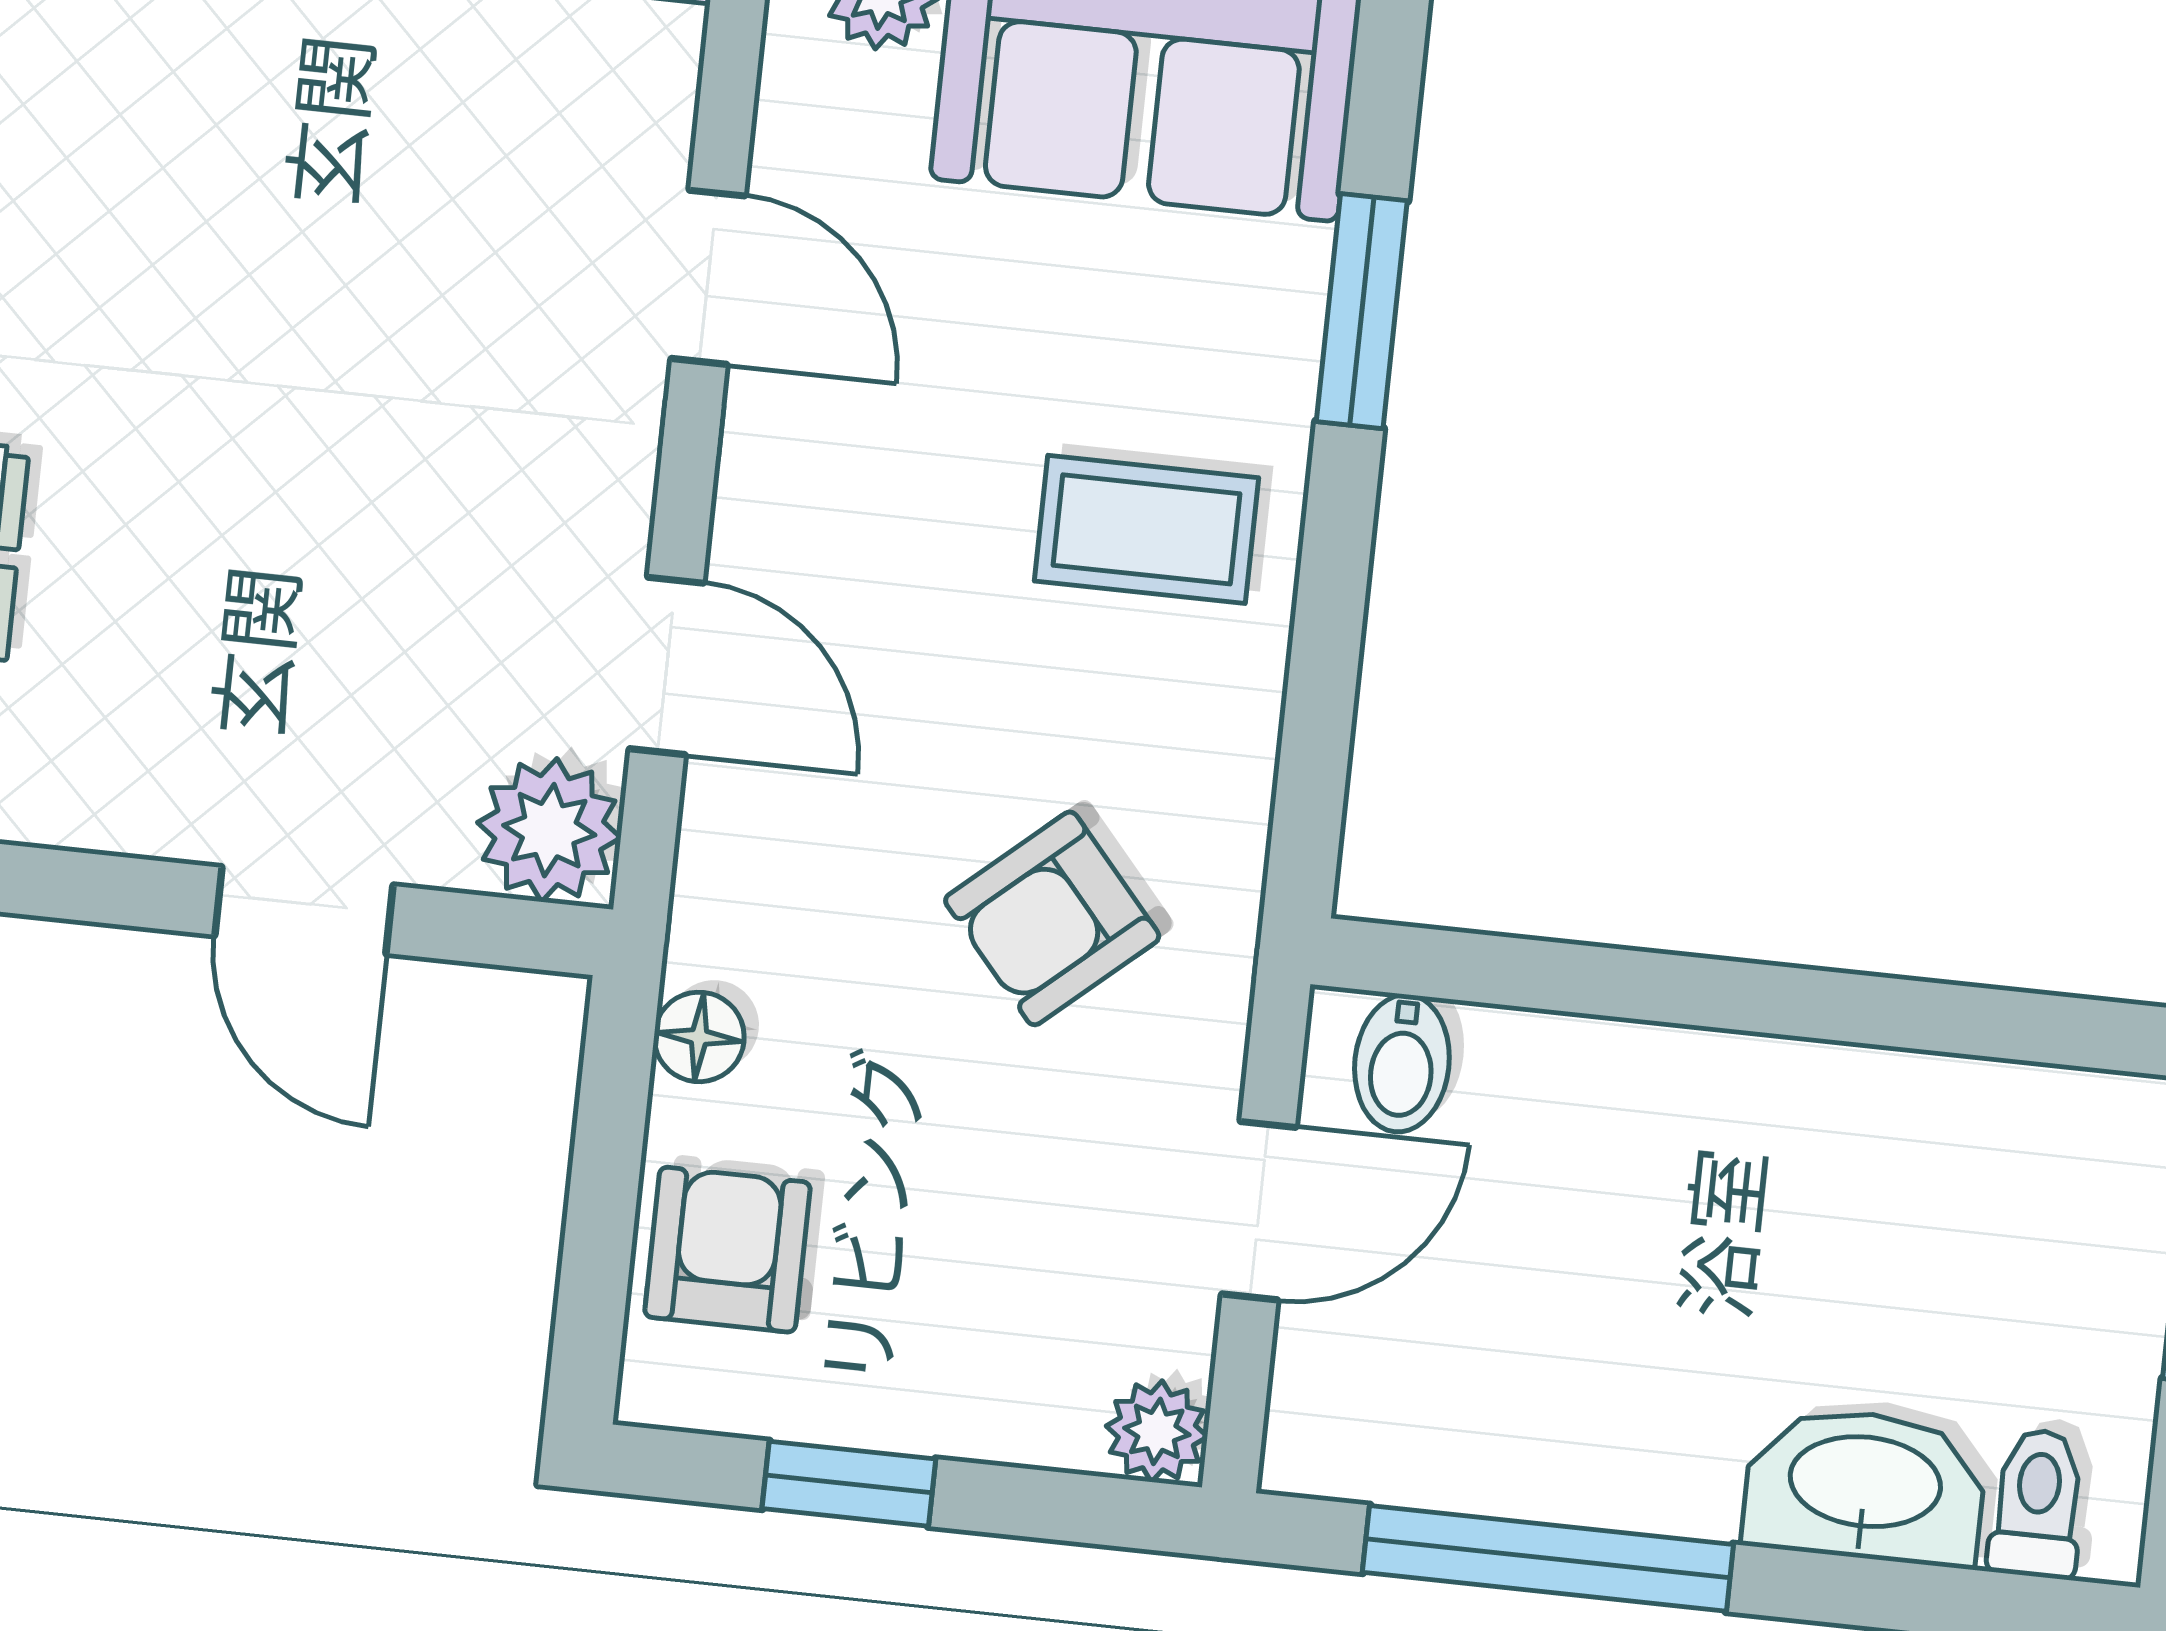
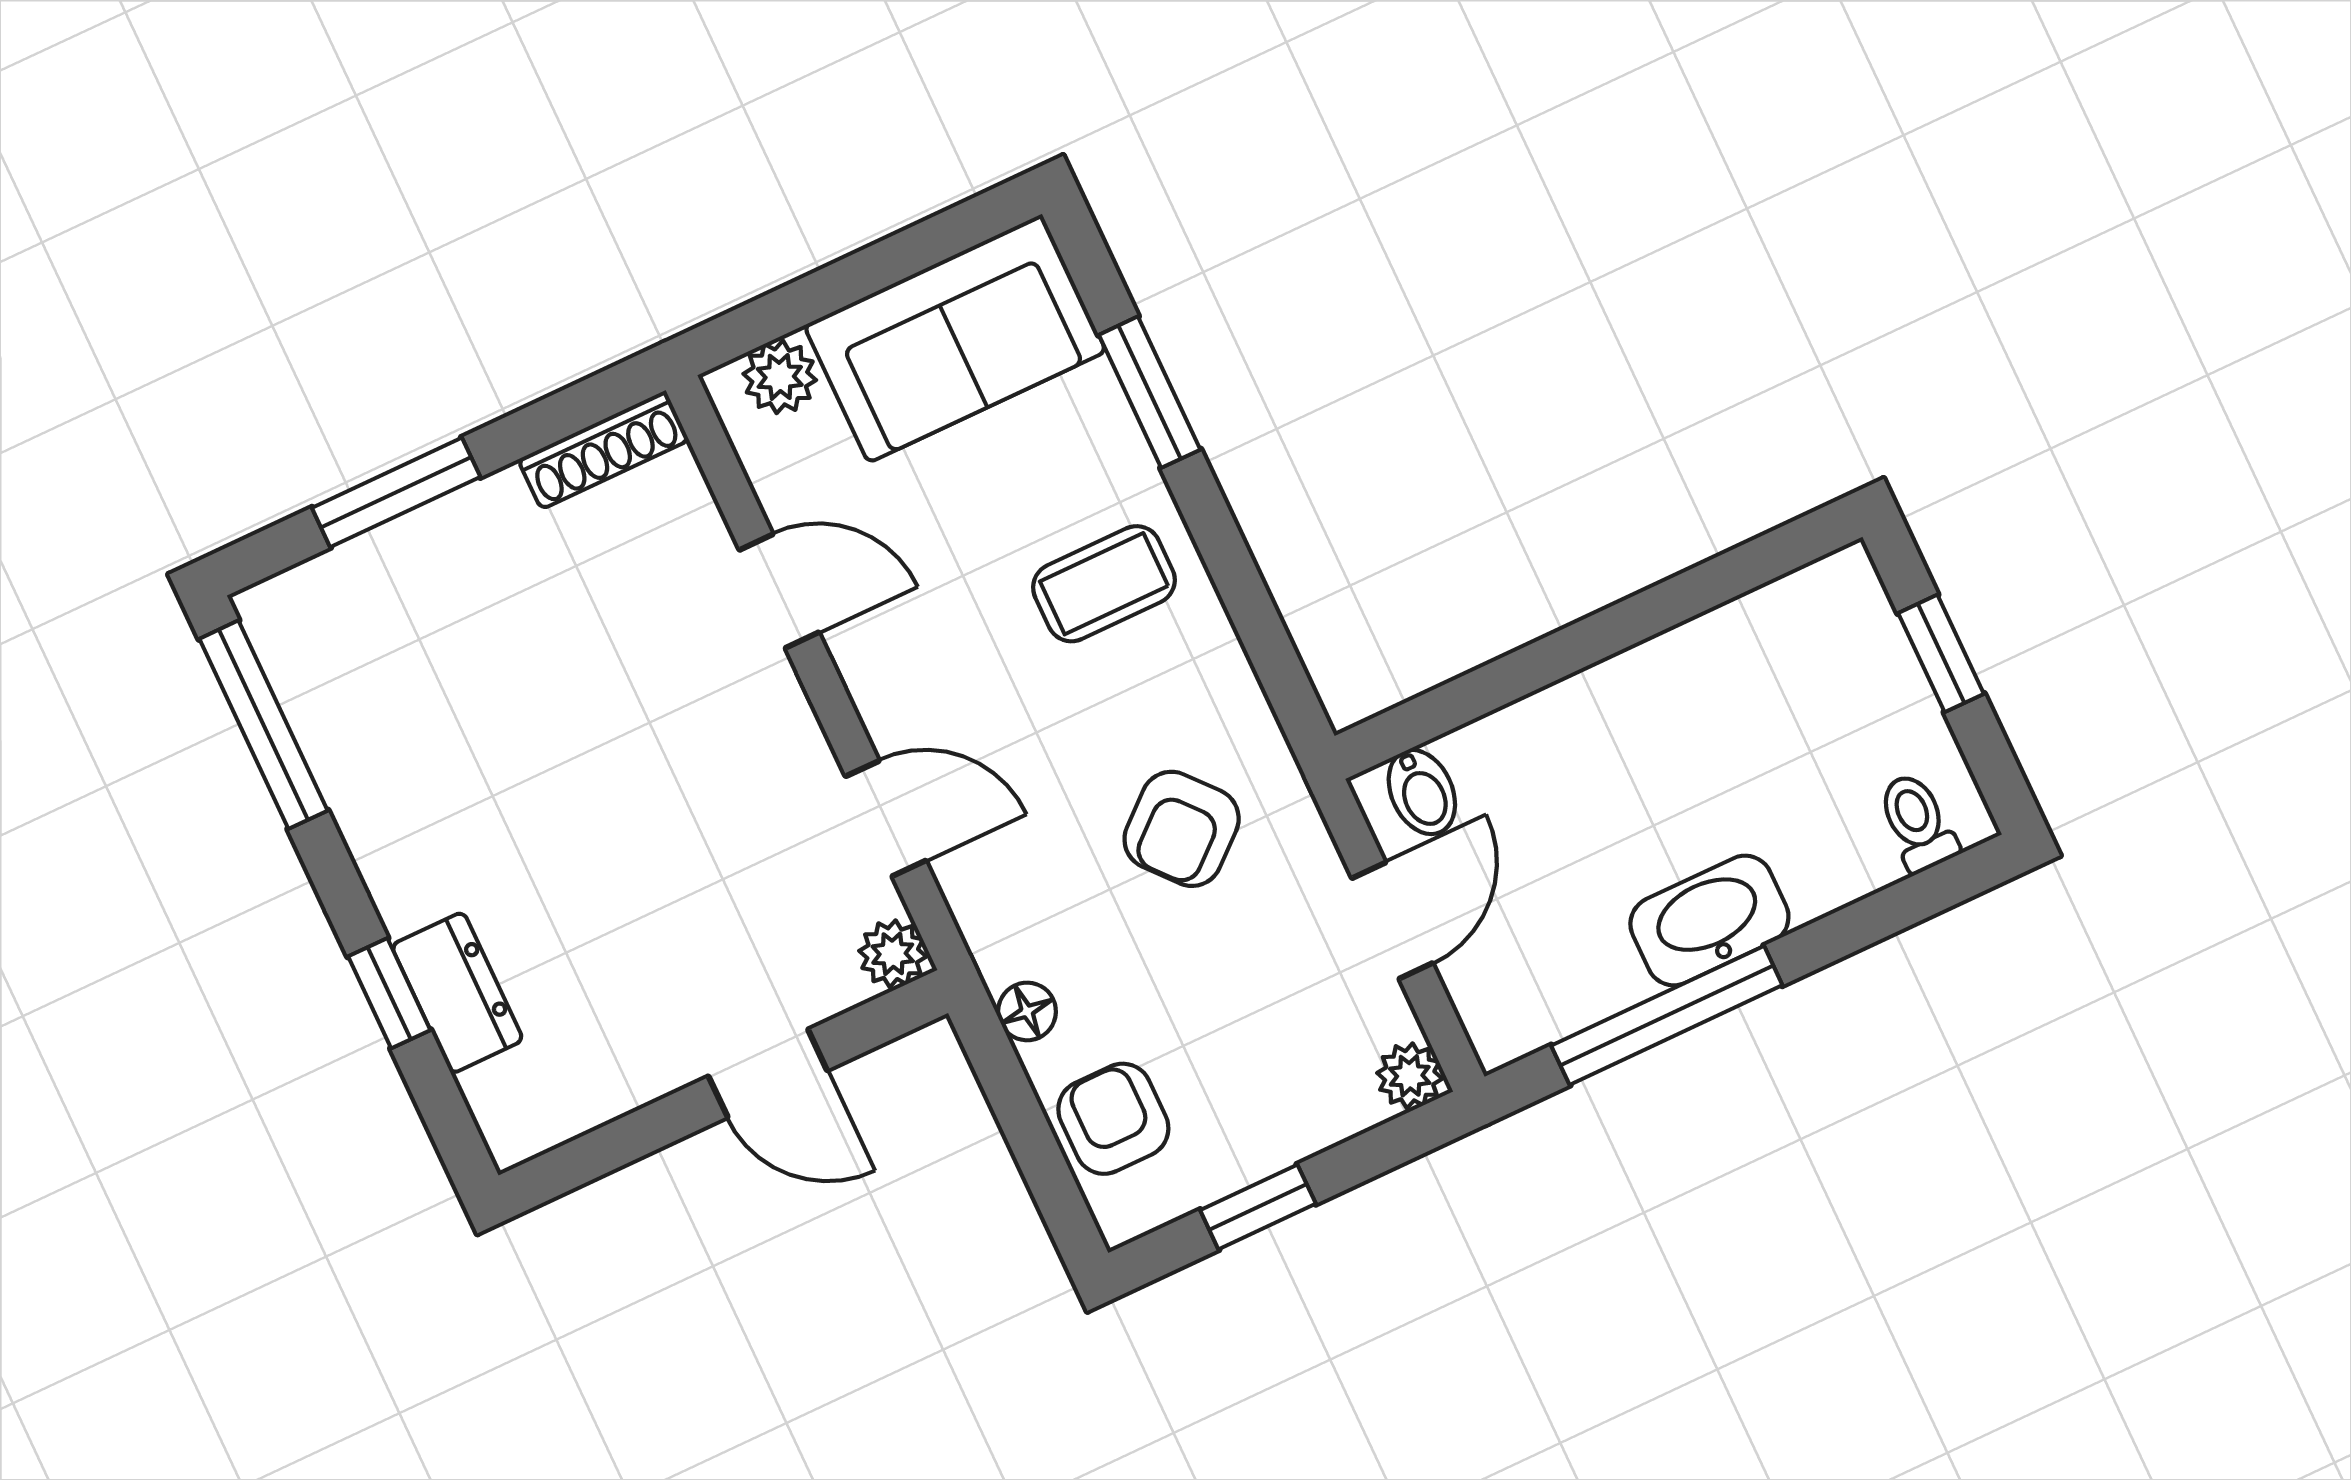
plant: (549, 830) -> (893, 954), width x0.73, depth x0.73
washbasin: (1865, 1486) -> (1709, 920), moved

